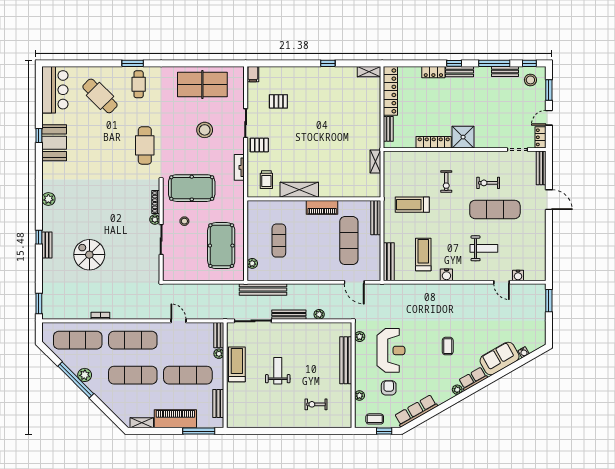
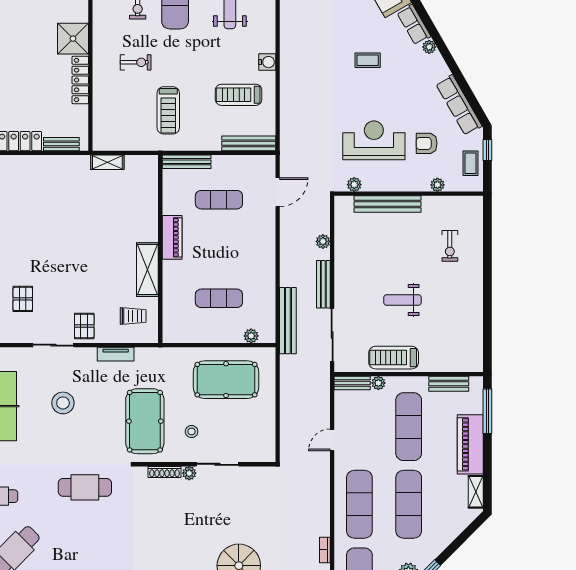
exercise mat: (349, 241) -> (219, 200), width x0.73, depth x0.69

